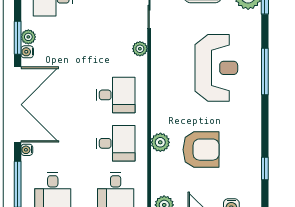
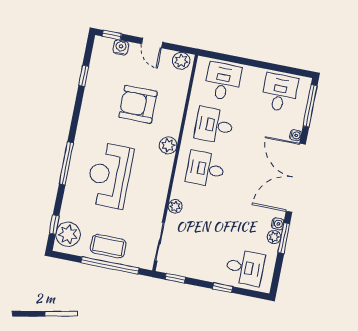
plant: (160, 142) -> (168, 145), moved

